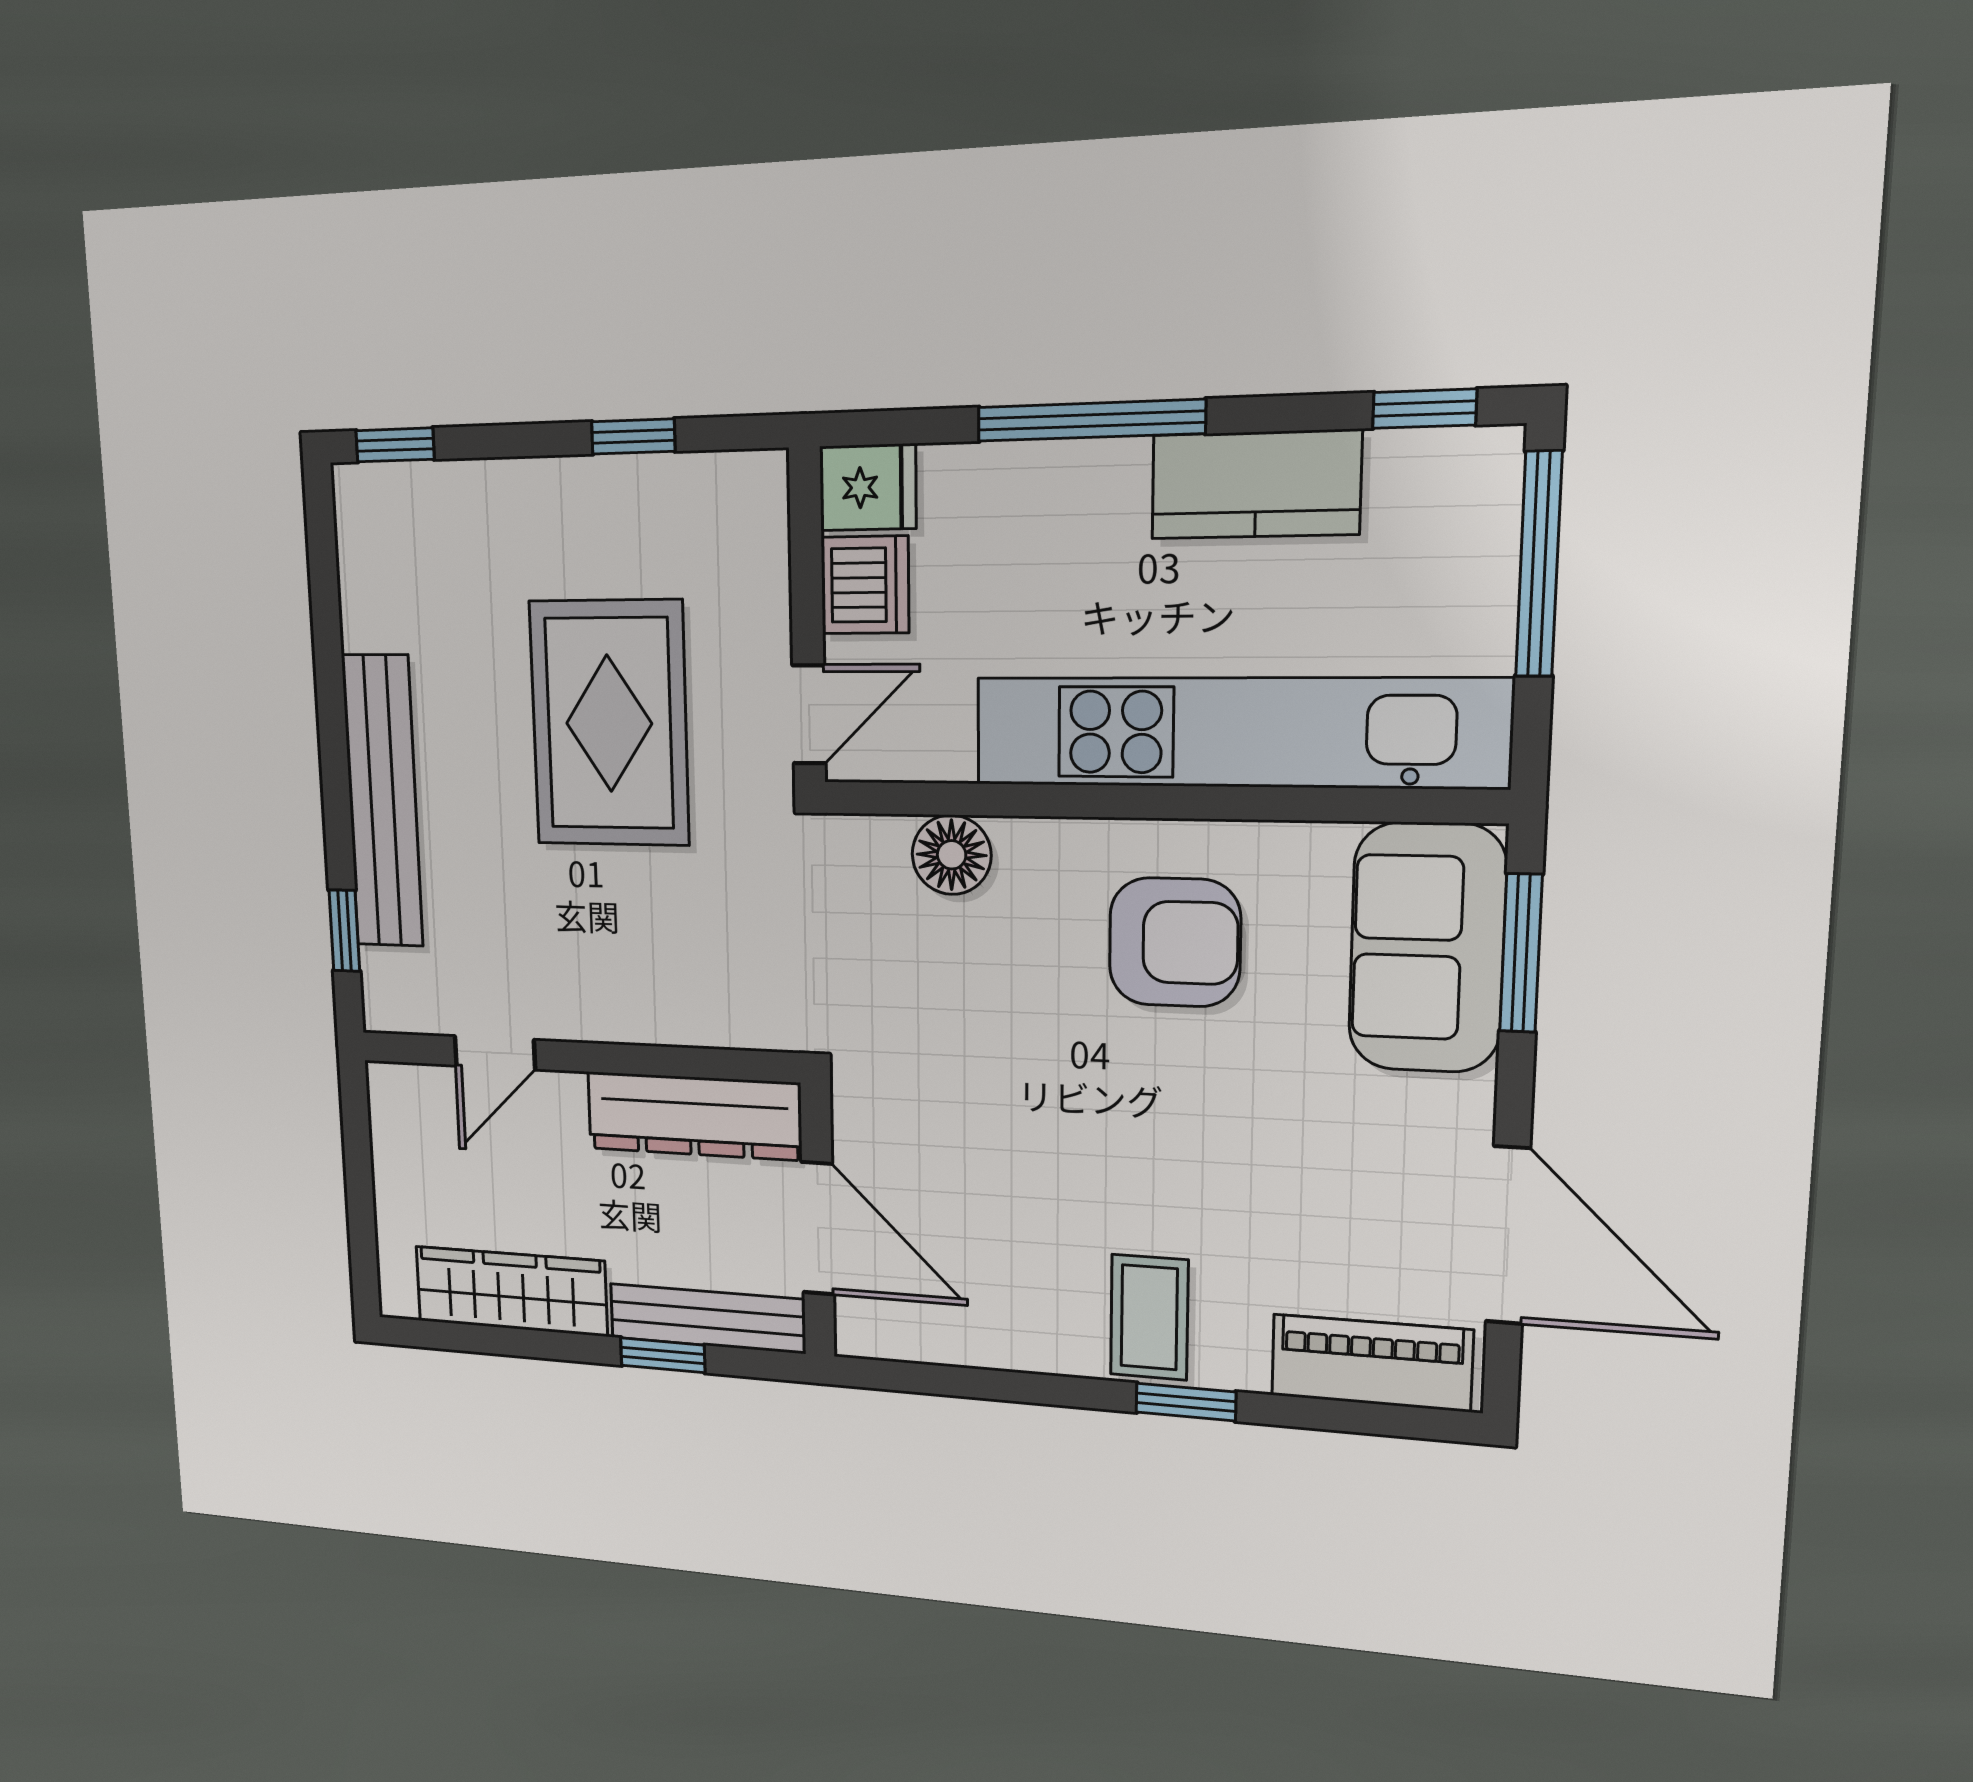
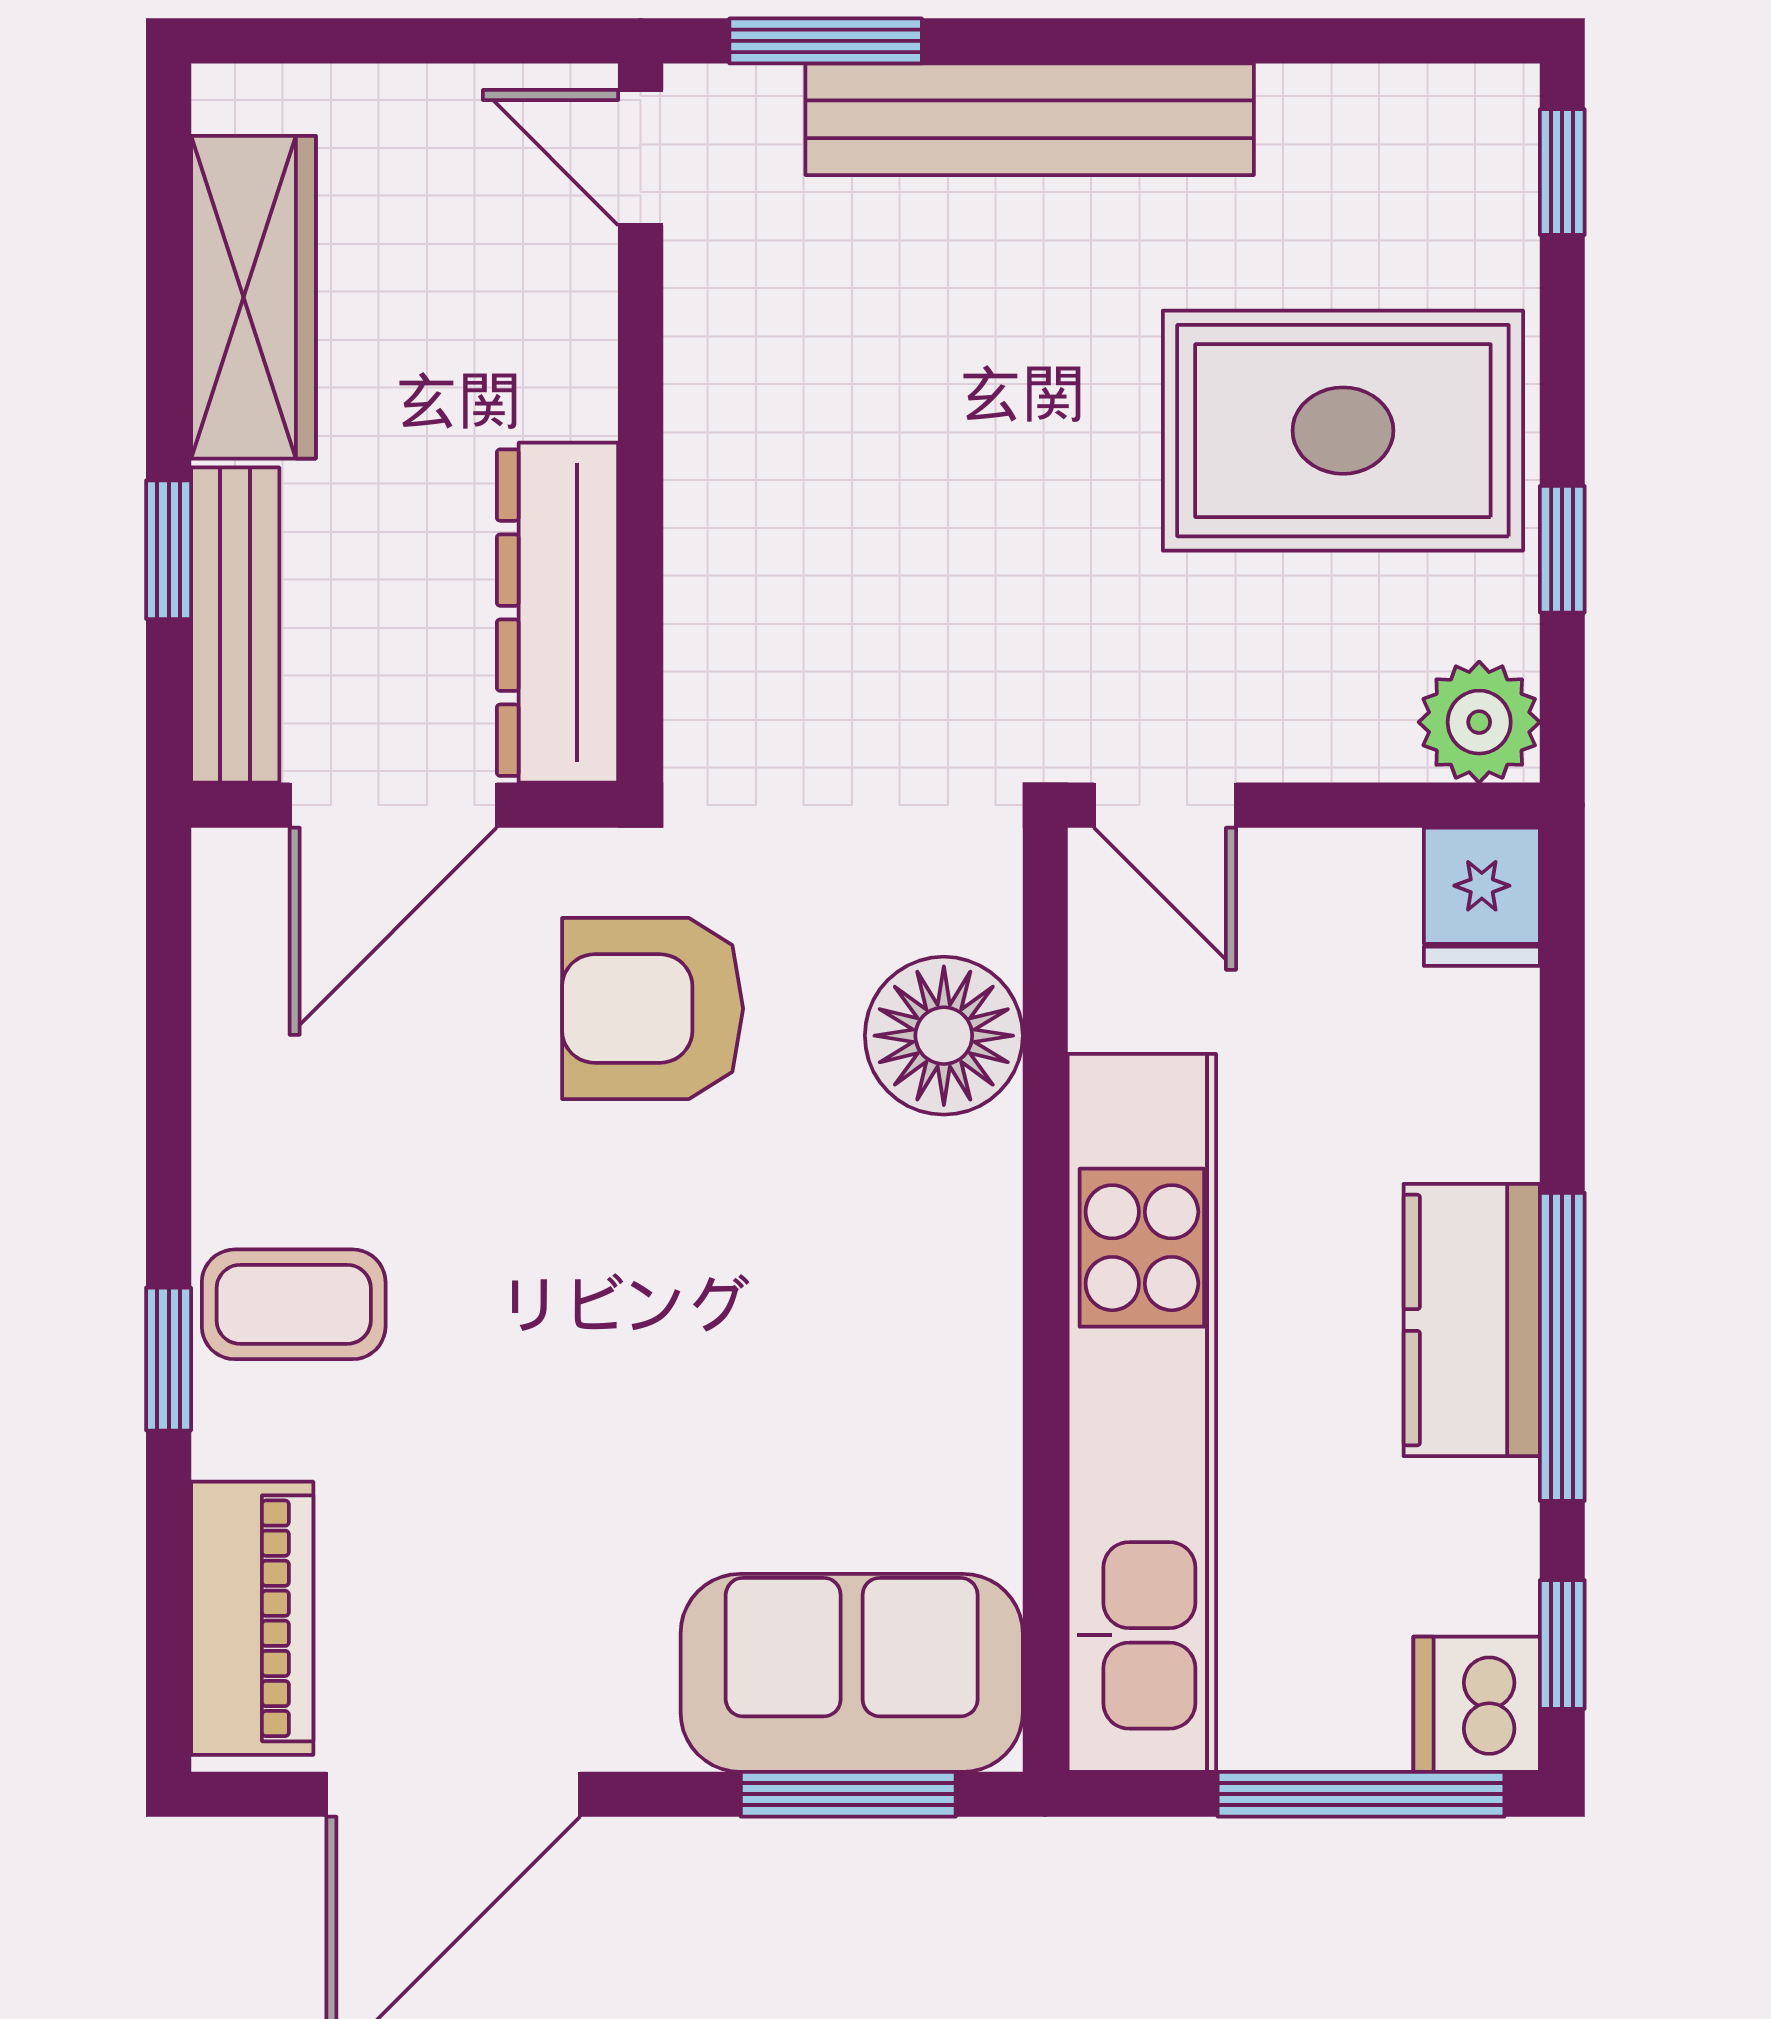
window: (1091, 420) -> (1562, 1347), moved
kitchen counter: (1256, 485) -> (1472, 1320), moved
plant: (749, 493) -> (1479, 722), added
dishwasher: (865, 585) -> (1477, 1704), moved, turned 90
rug: (609, 723) -> (1343, 431), moved
floor lamp: (952, 855) -> (944, 1036), width x1.38, depth x1.38
window: (344, 931) -> (826, 41), width x1.50
armchair: (1175, 942) -> (653, 1009), moved, turned 90
door: (495, 1053) -> (641, 158), moved

